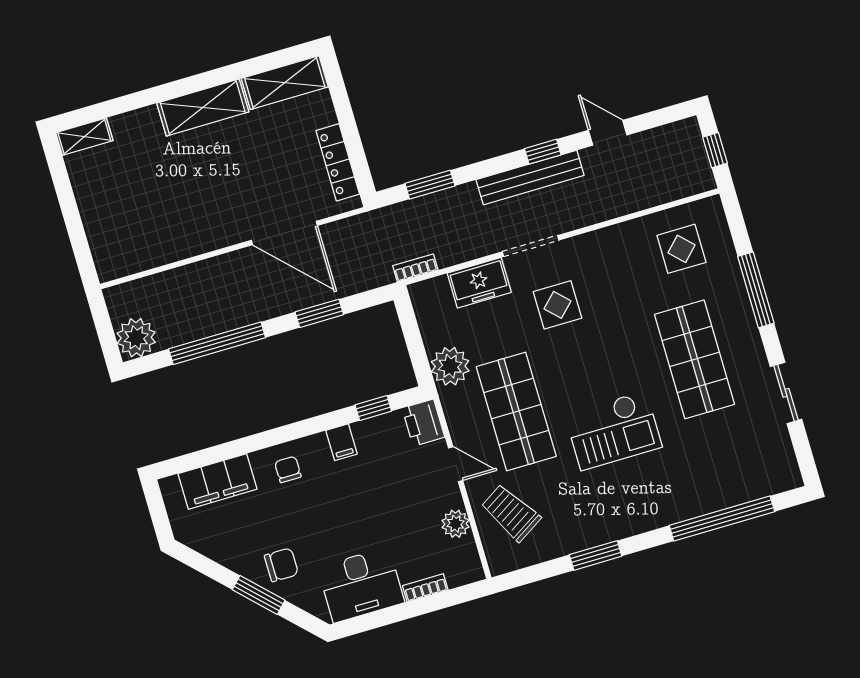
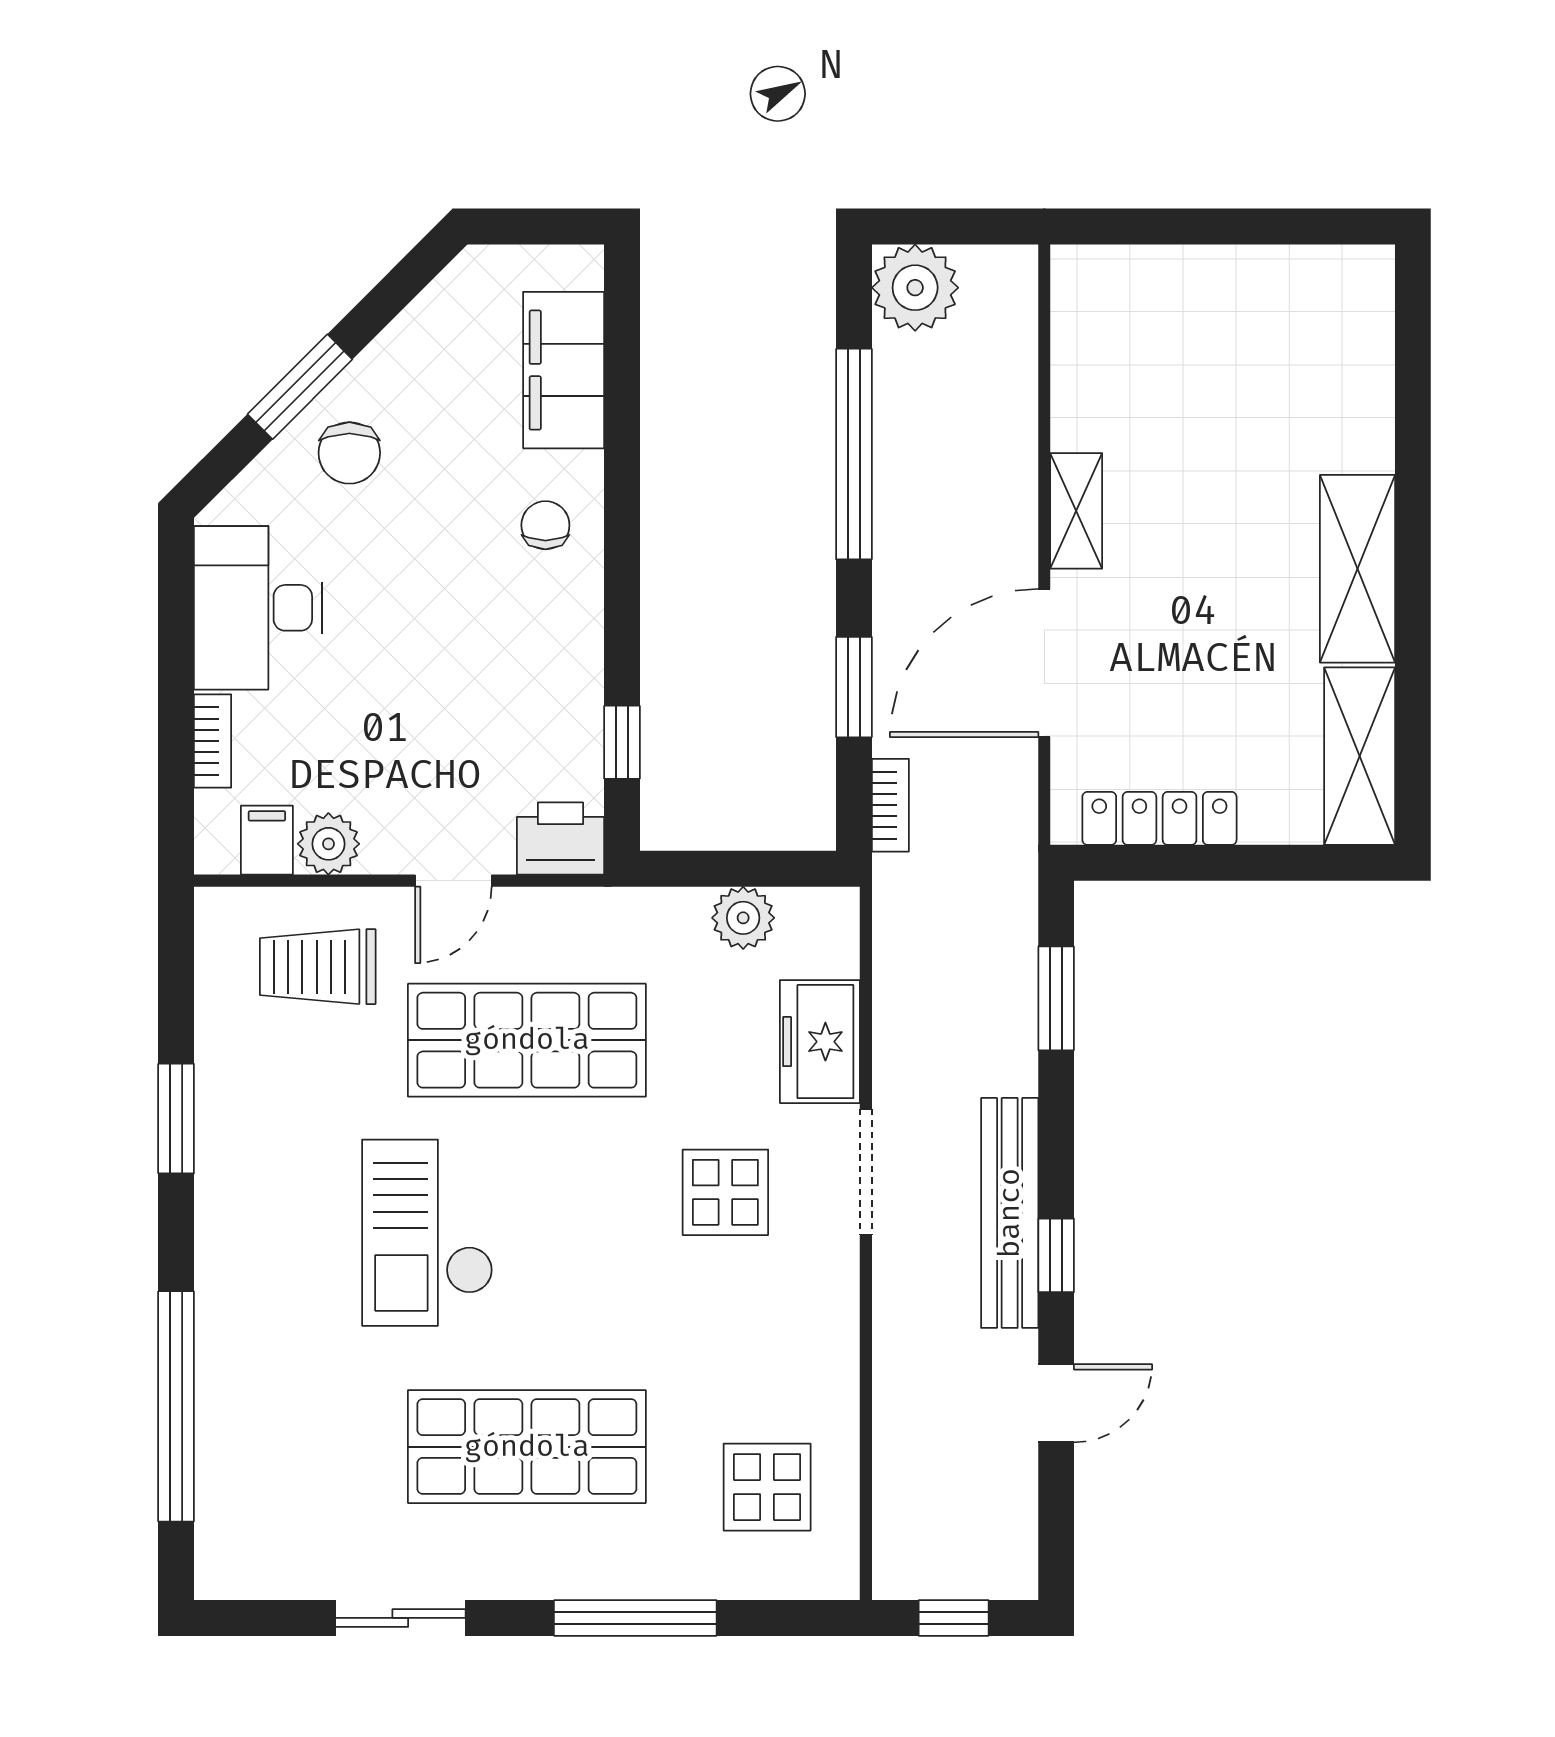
shelving: (84, 137) -> (1076, 511), moved
bookcase: (415, 268) -> (890, 805), moved
plant: (450, 366) -> (743, 918), moved, width x0.73, depth x0.73
filing cabinet: (342, 442) -> (267, 840), moved, turned 90
chair: (288, 469) -> (545, 525), turned -90
trolley: (511, 513) -> (318, 967), turned -148

